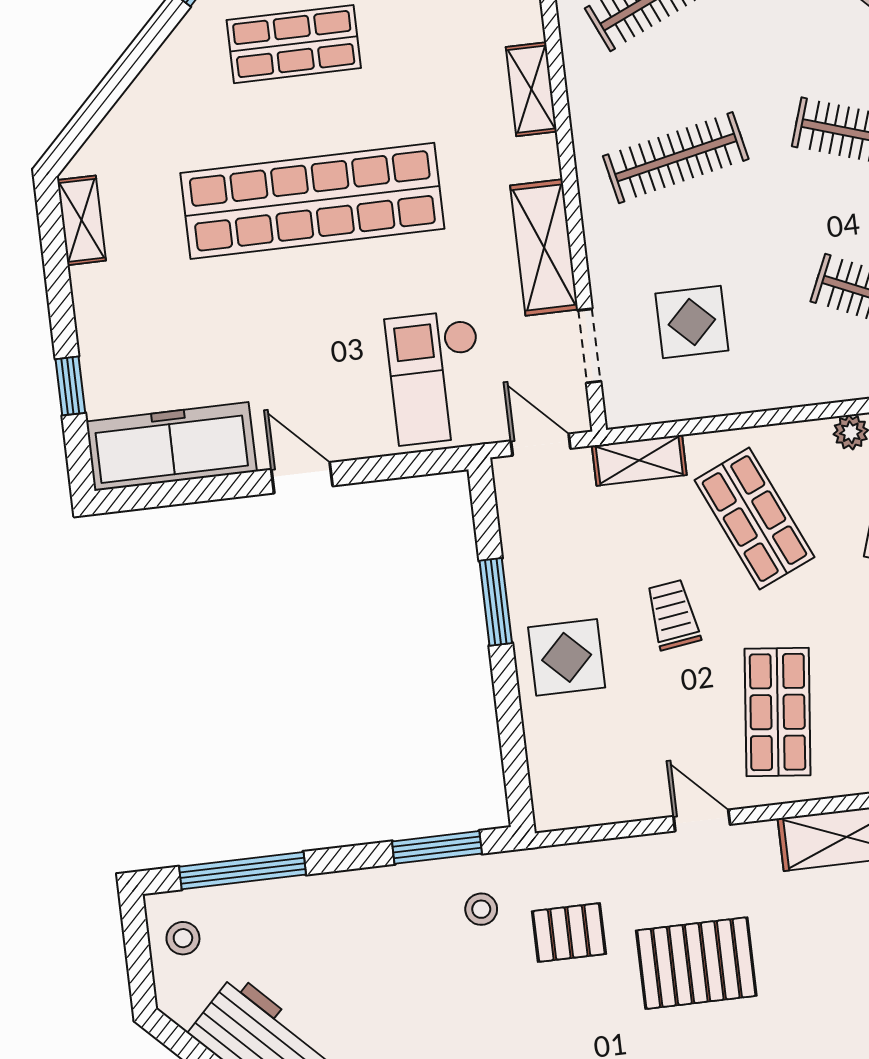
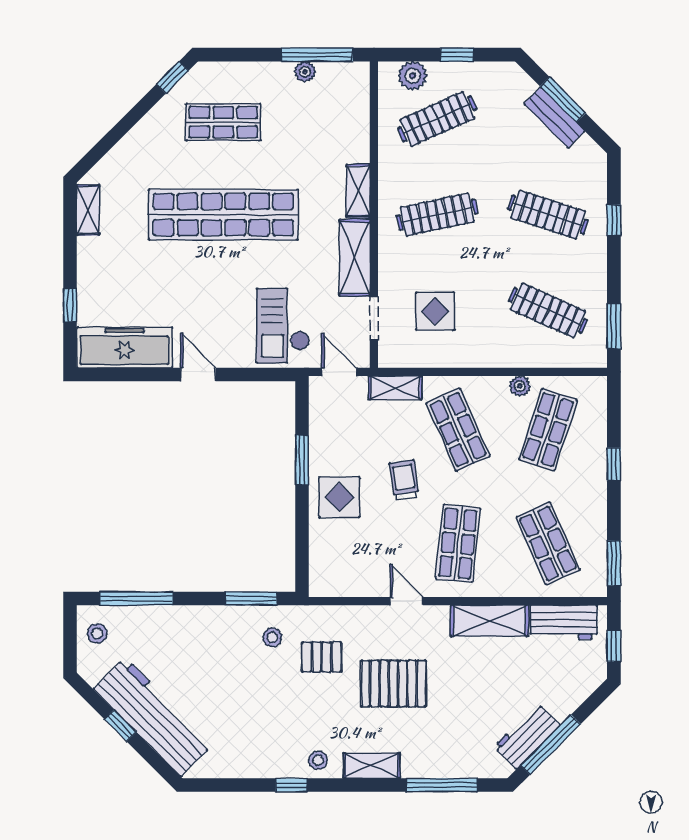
shelving: (531, 89) -> (358, 191), moved

